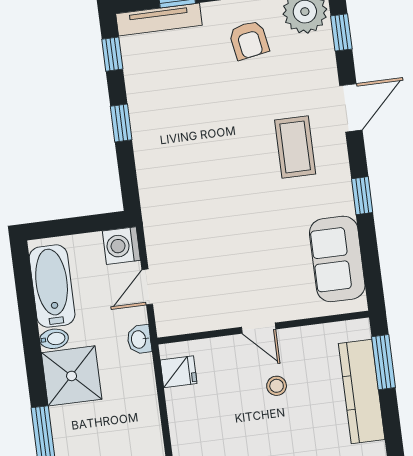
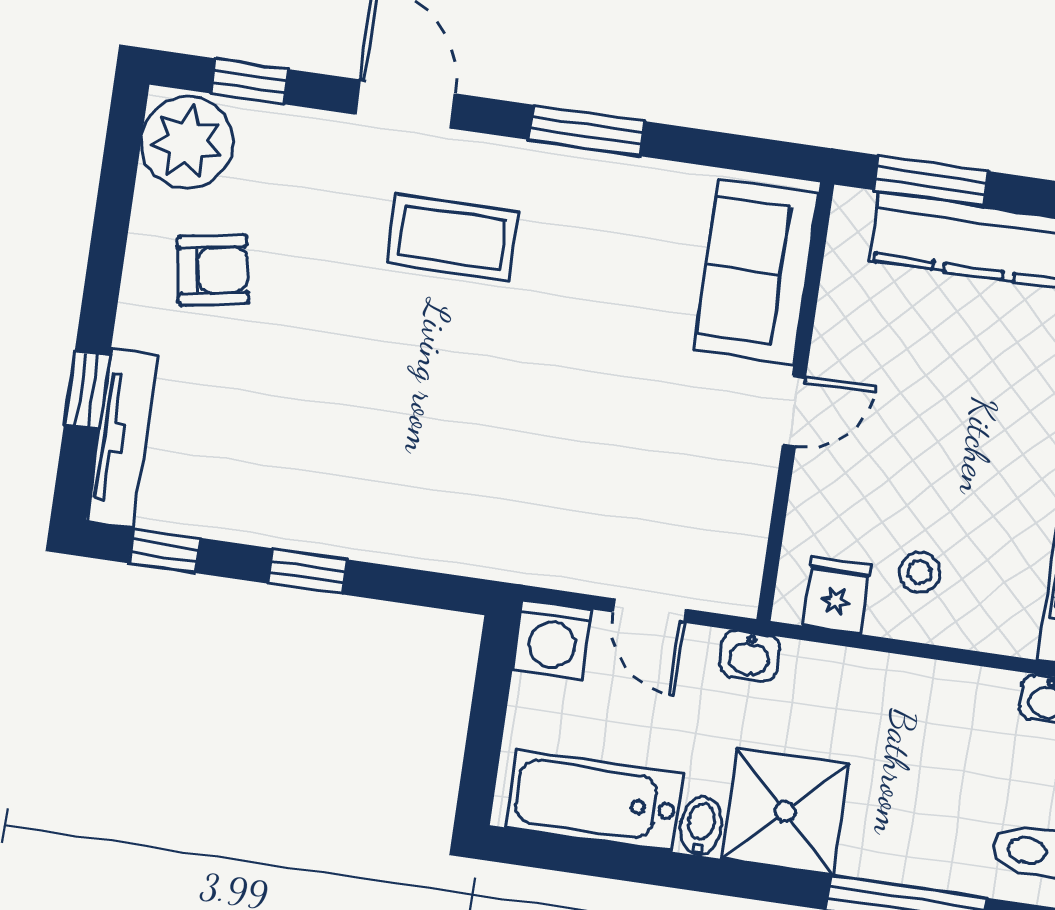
window: (362, 196) -> (587, 130), width x1.50
sofa: (337, 259) -> (756, 272), moved, turned 90
stool: (277, 386) -> (920, 572), moved

